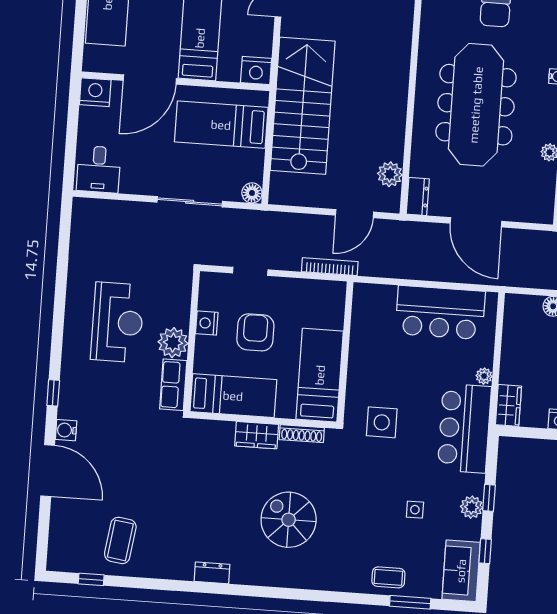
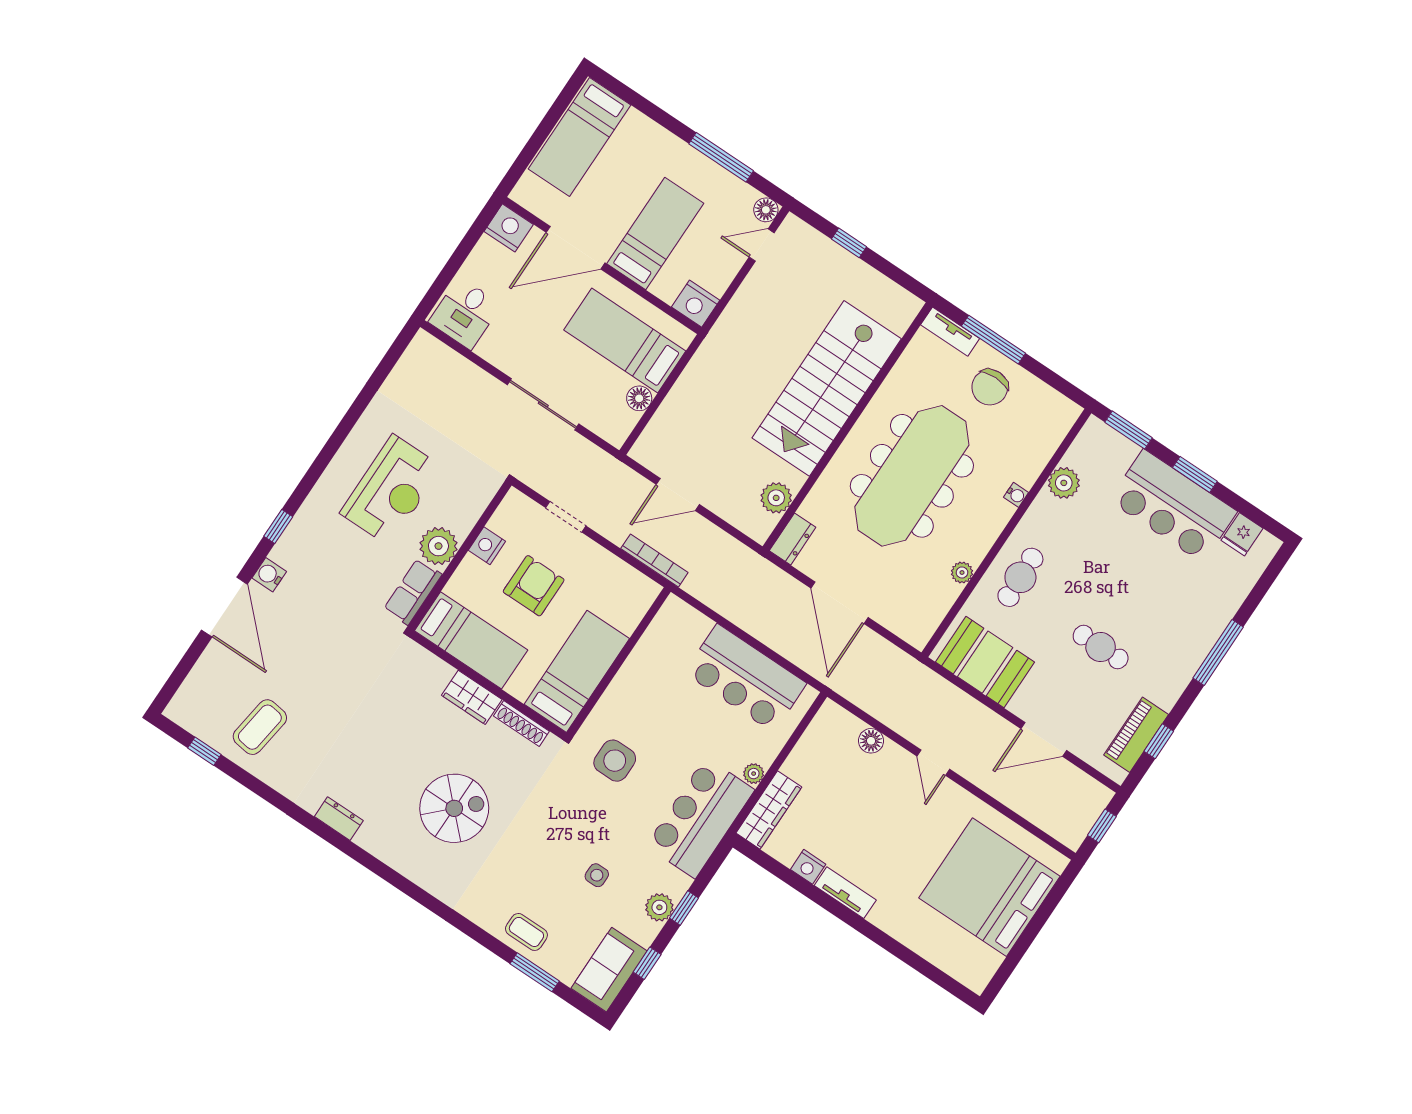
stairs: (303, 106) -> (827, 388), moved, turned 180
floor lamp: (252, 193) -> (639, 398), moved
door: (355, 214) -> (678, 494), moved
wardrobe: (508, 405) -> (769, 810), width x1.50
spiral stairs: (289, 520) -> (454, 808), turned 90

